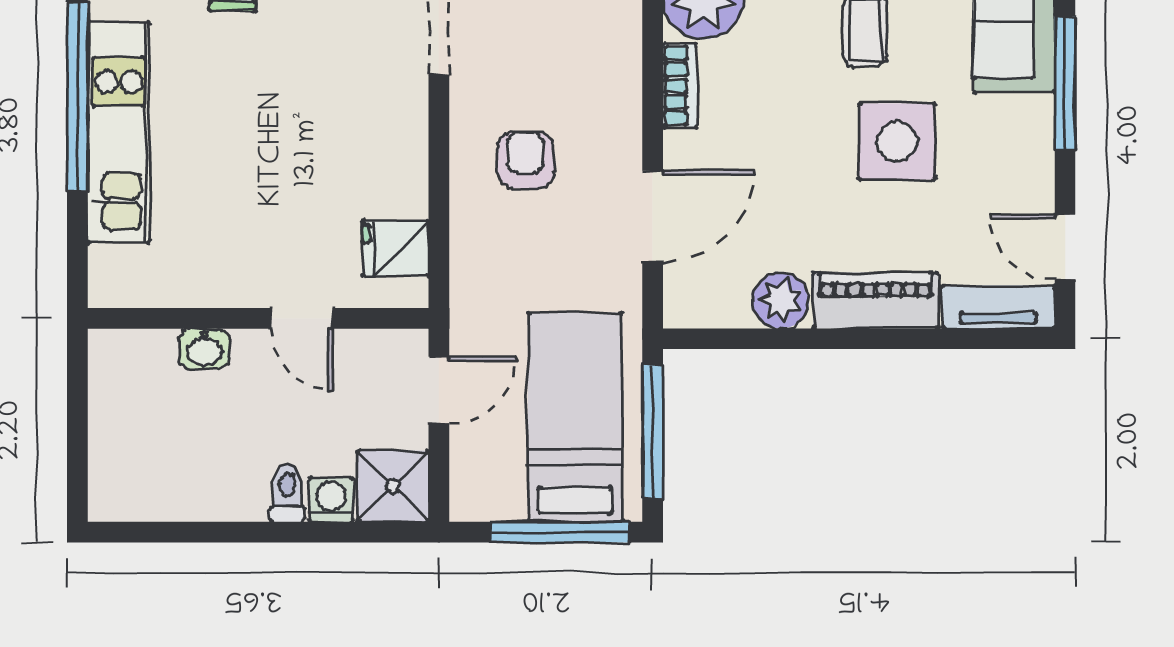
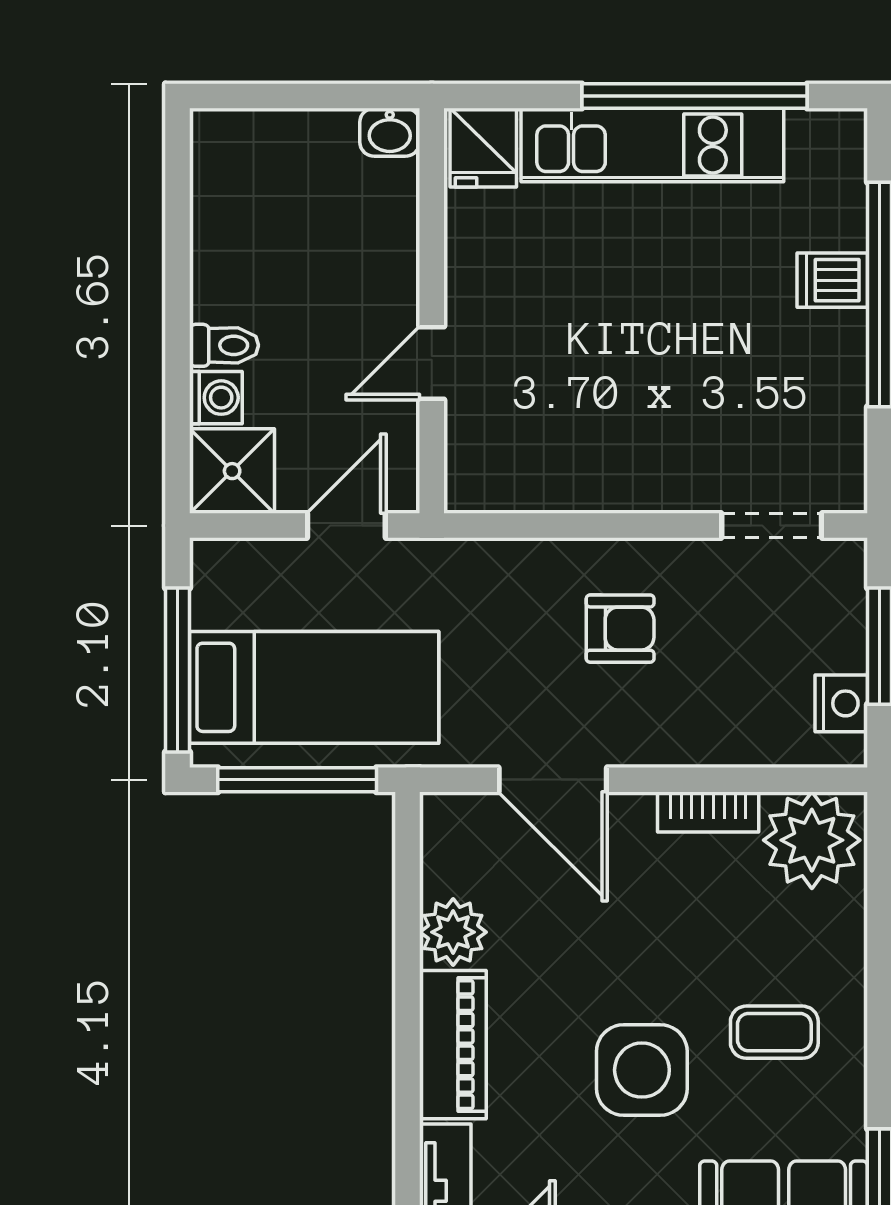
fridge: (395, 248) -> (483, 148), moved, turned 180
washbasin: (204, 349) -> (390, 132), moved, turned -90
door: (439, 390) -> (346, 526), swing flipped

